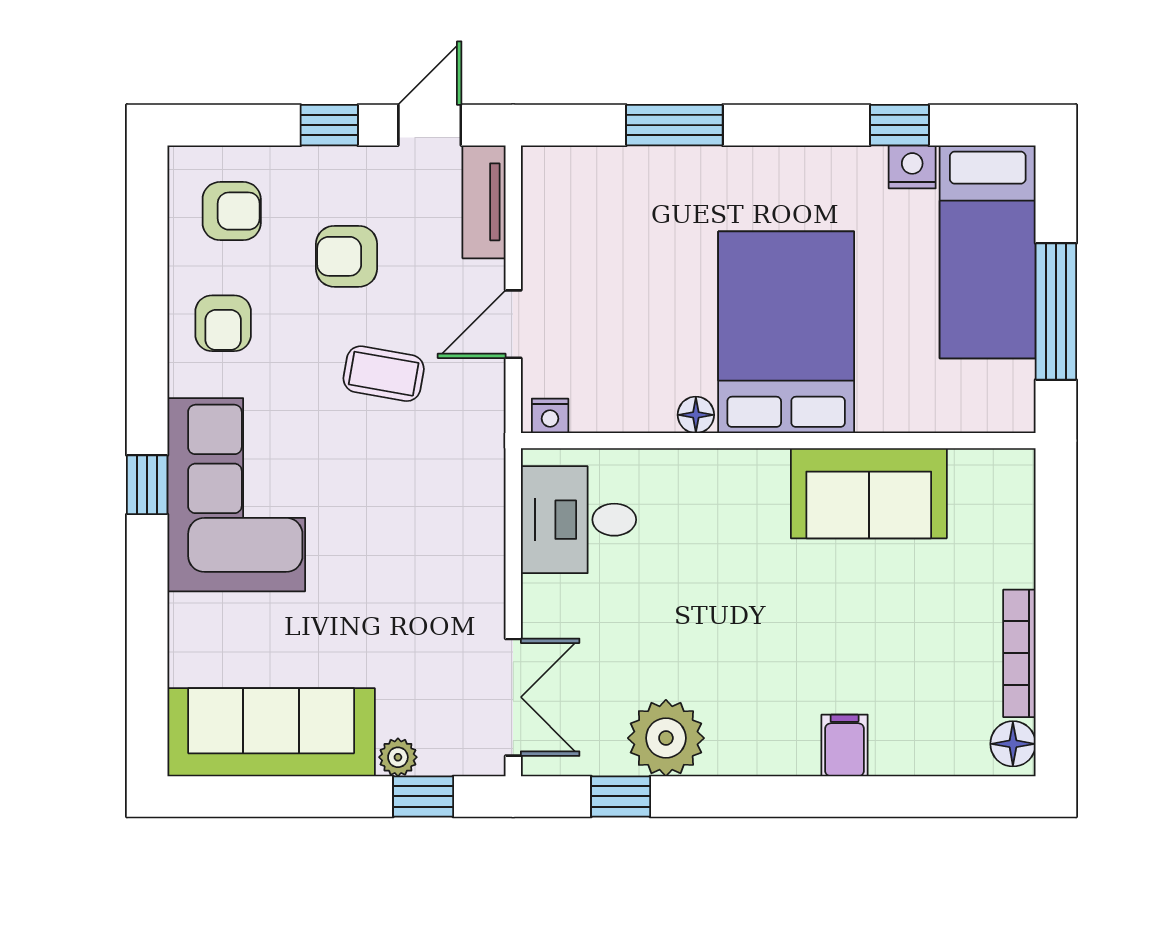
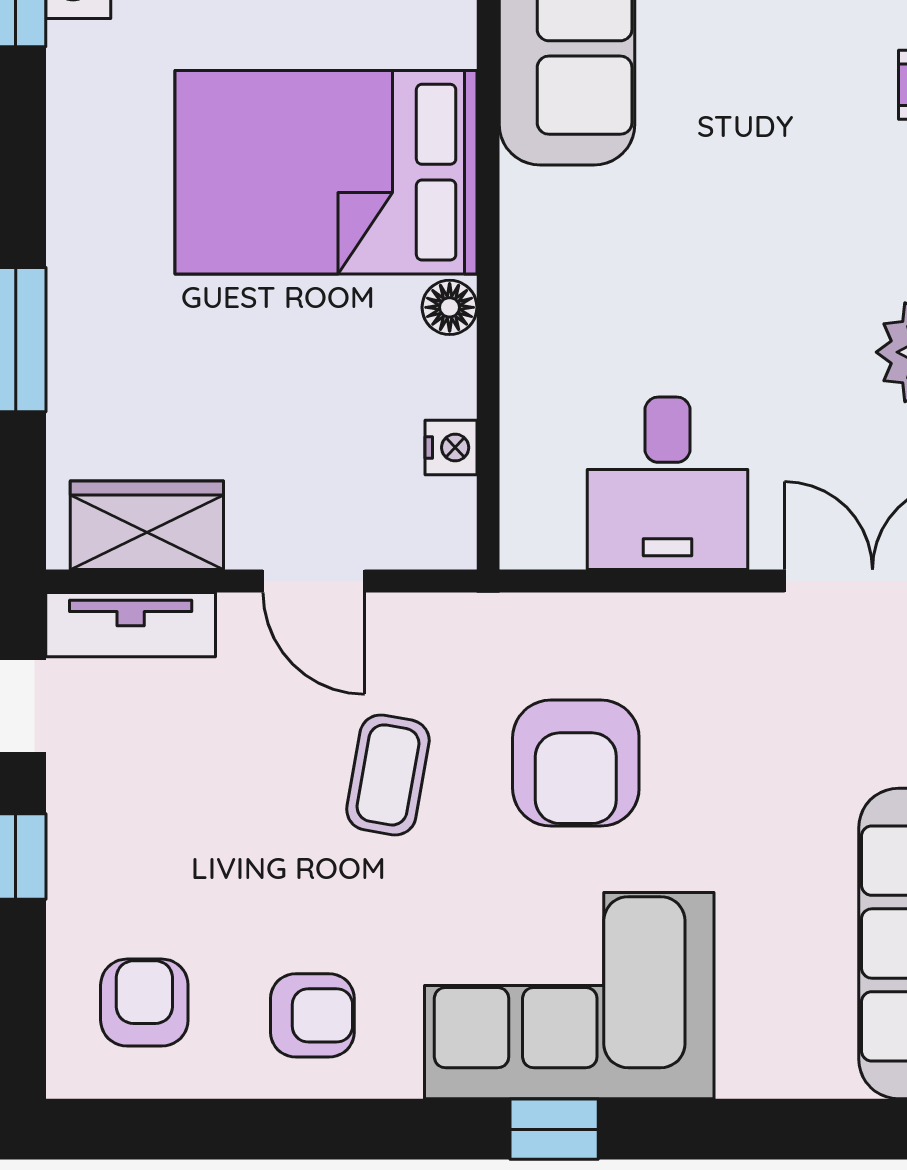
wardrobe: (550, 213) -> (147, 525), added
armchair: (346, 256) -> (576, 763), moved, width x1.38, depth x1.38
nightstand: (550, 416) -> (451, 448), moved
desk: (578, 520) -> (667, 483), moved

